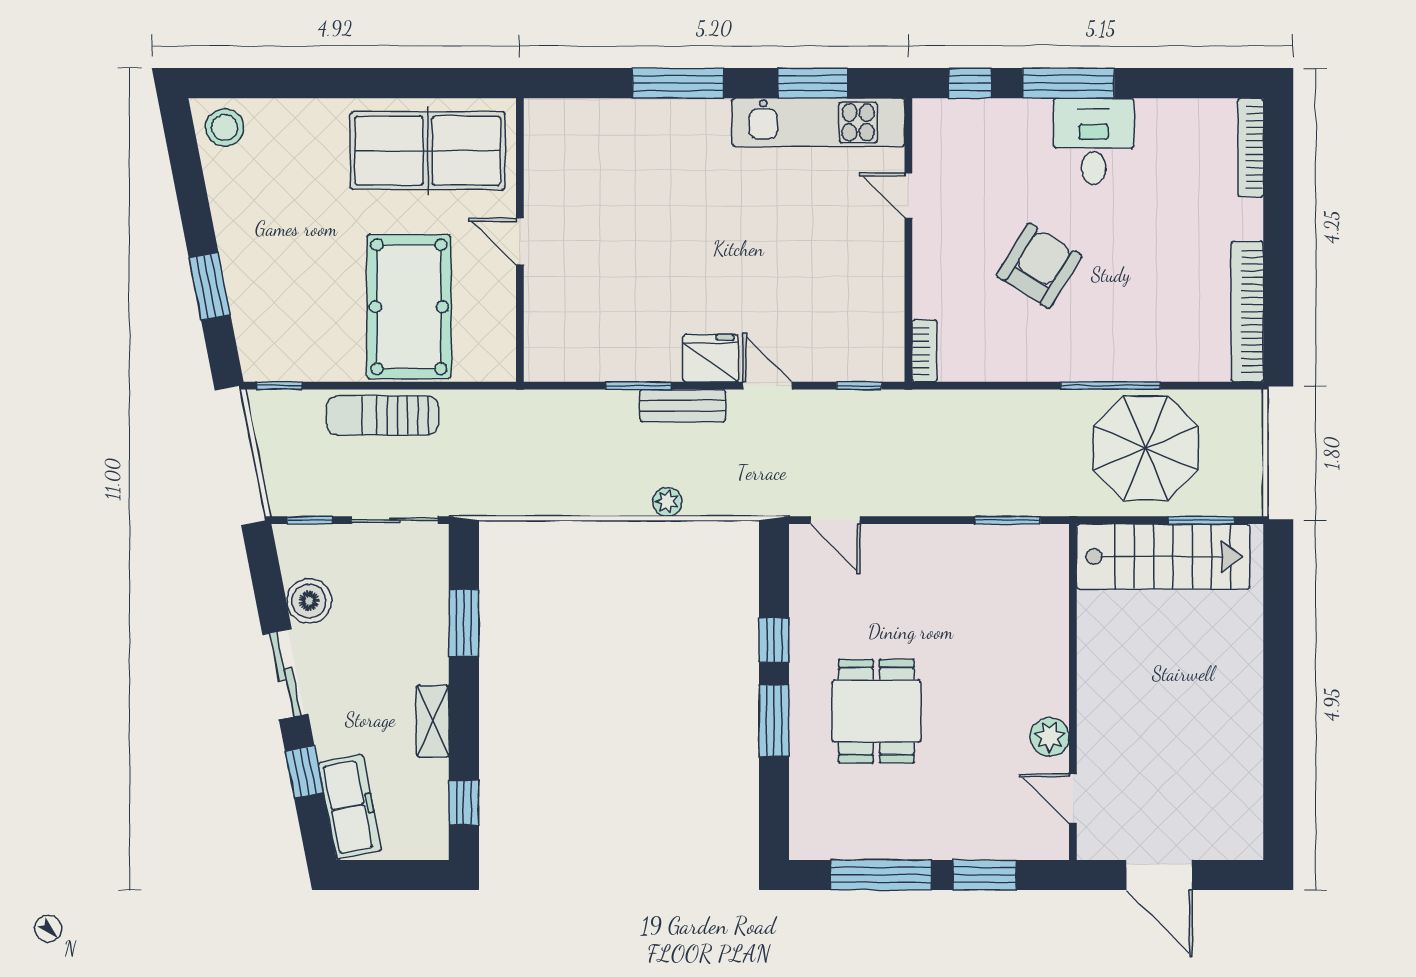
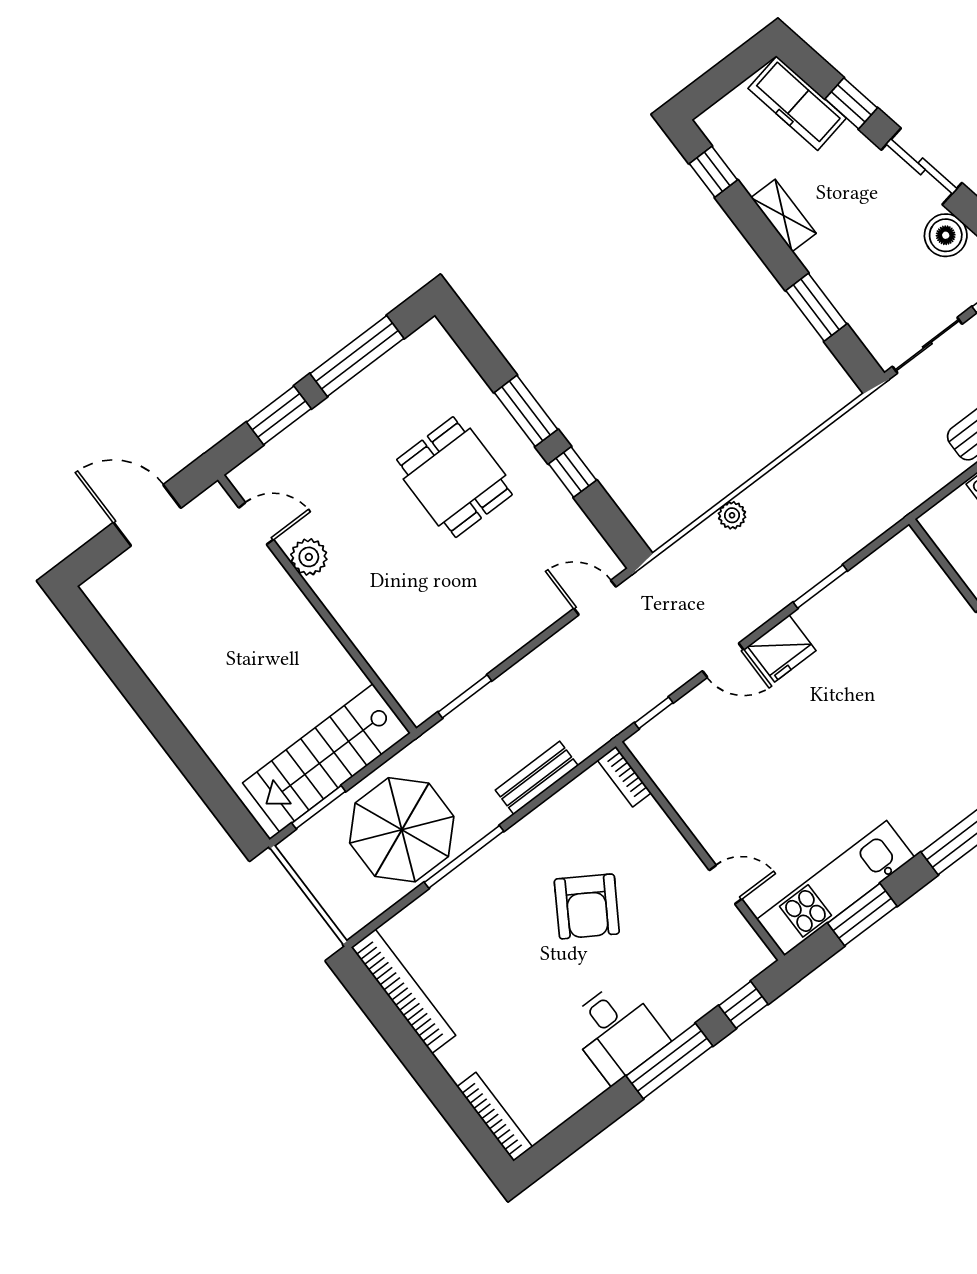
bench: (683, 406) -> (537, 778), moved

